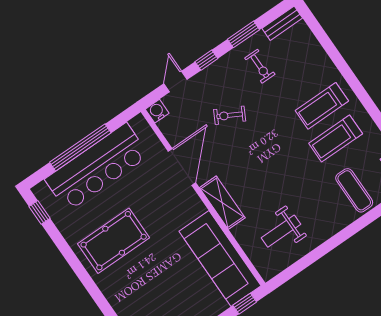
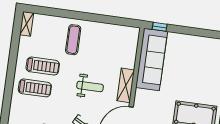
exercise mat: (354, 190) -> (73, 40), moved
weight bench: (281, 231) -> (90, 86), moved

